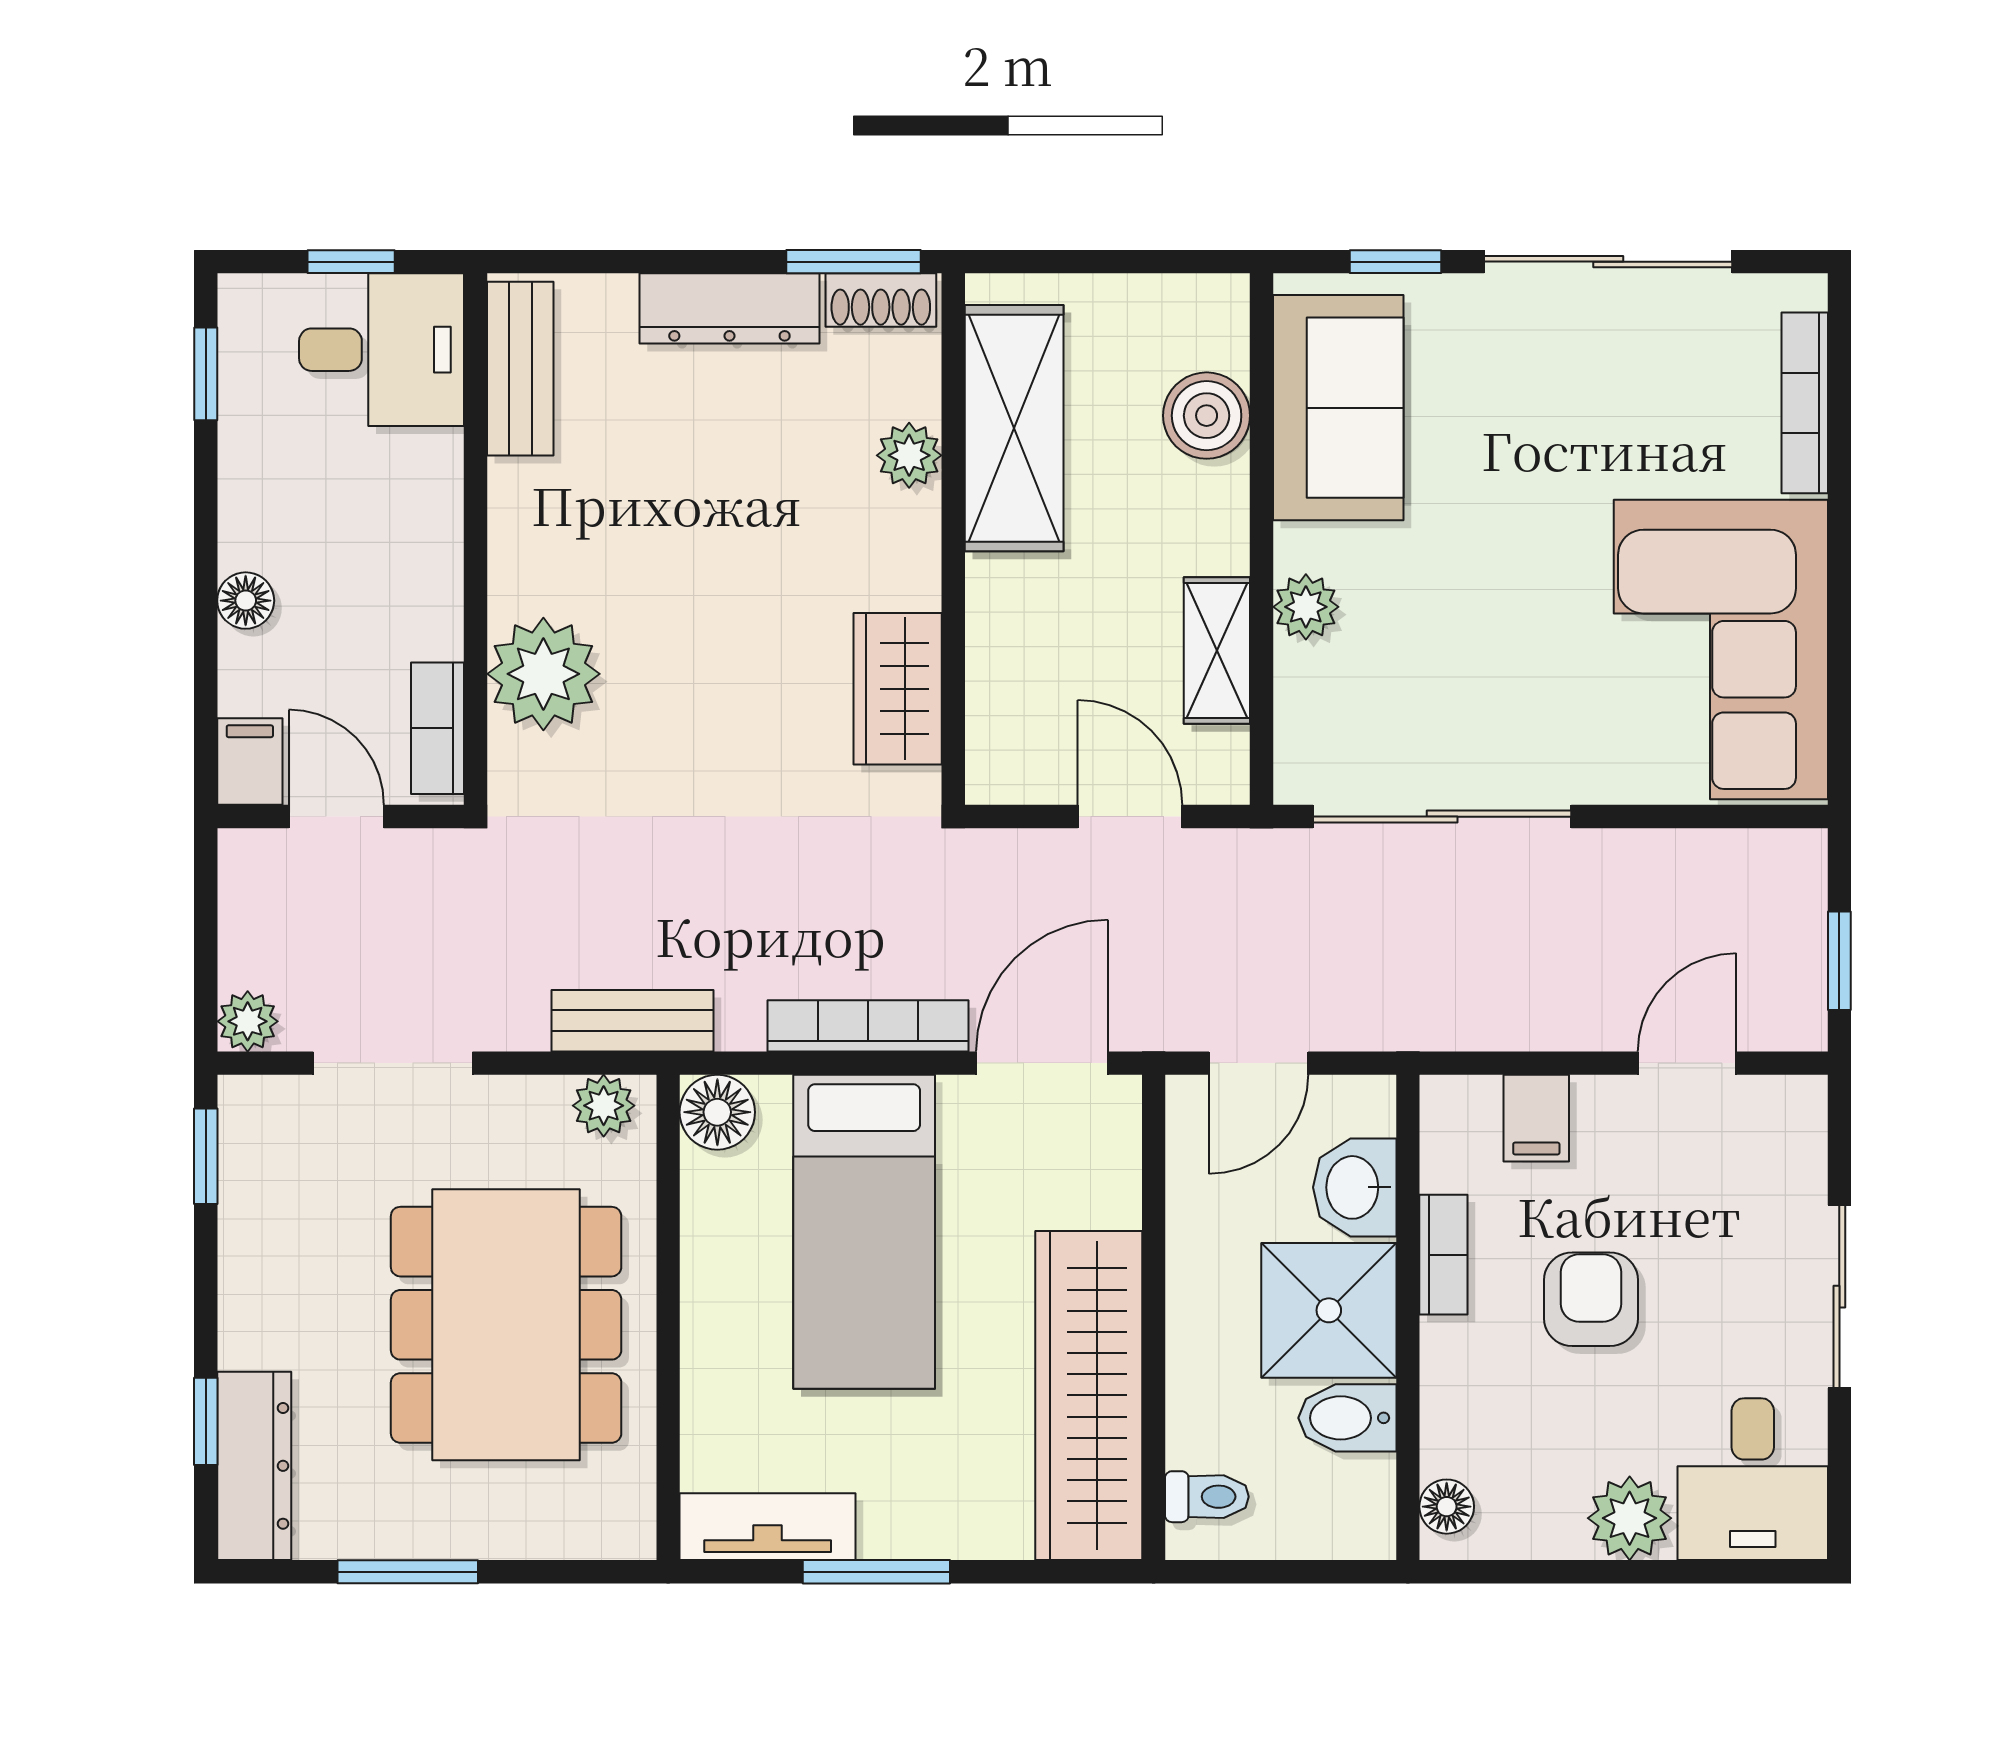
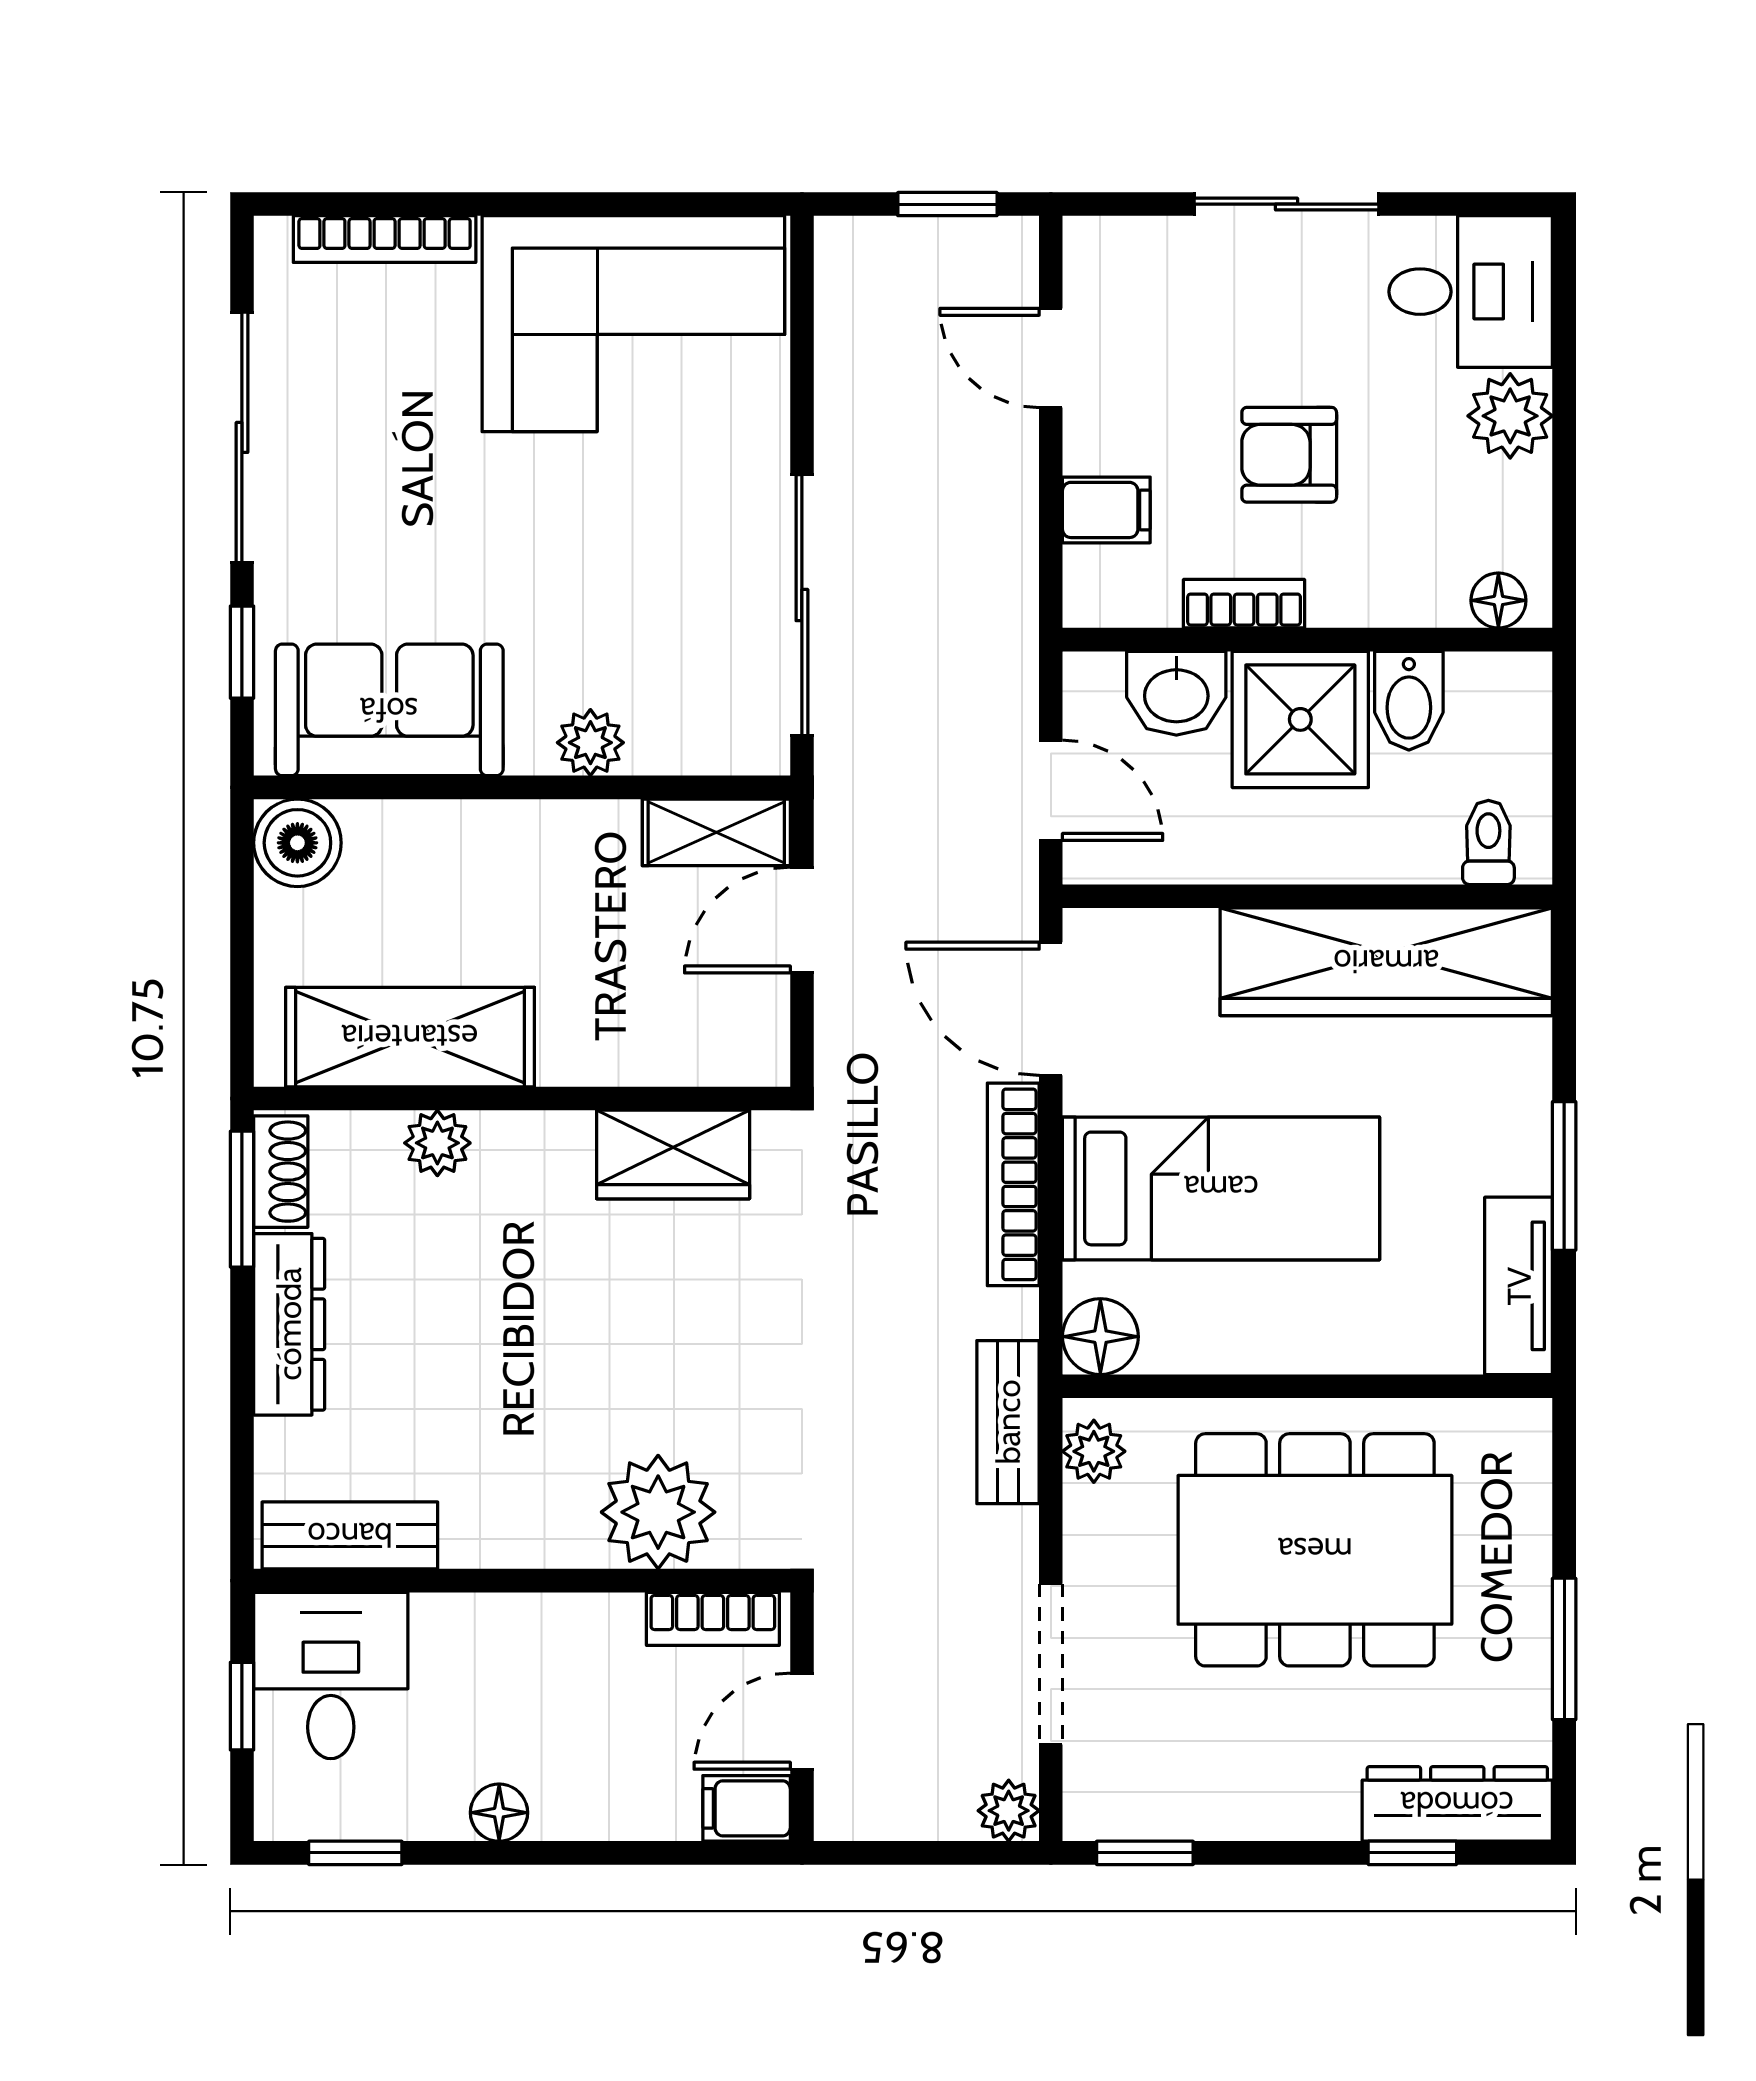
boiler: (1207, 416) -> (297, 843), moved
floor lamp: (246, 601) -> (499, 1813), moved
shelving: (1217, 650) -> (716, 832), moved

